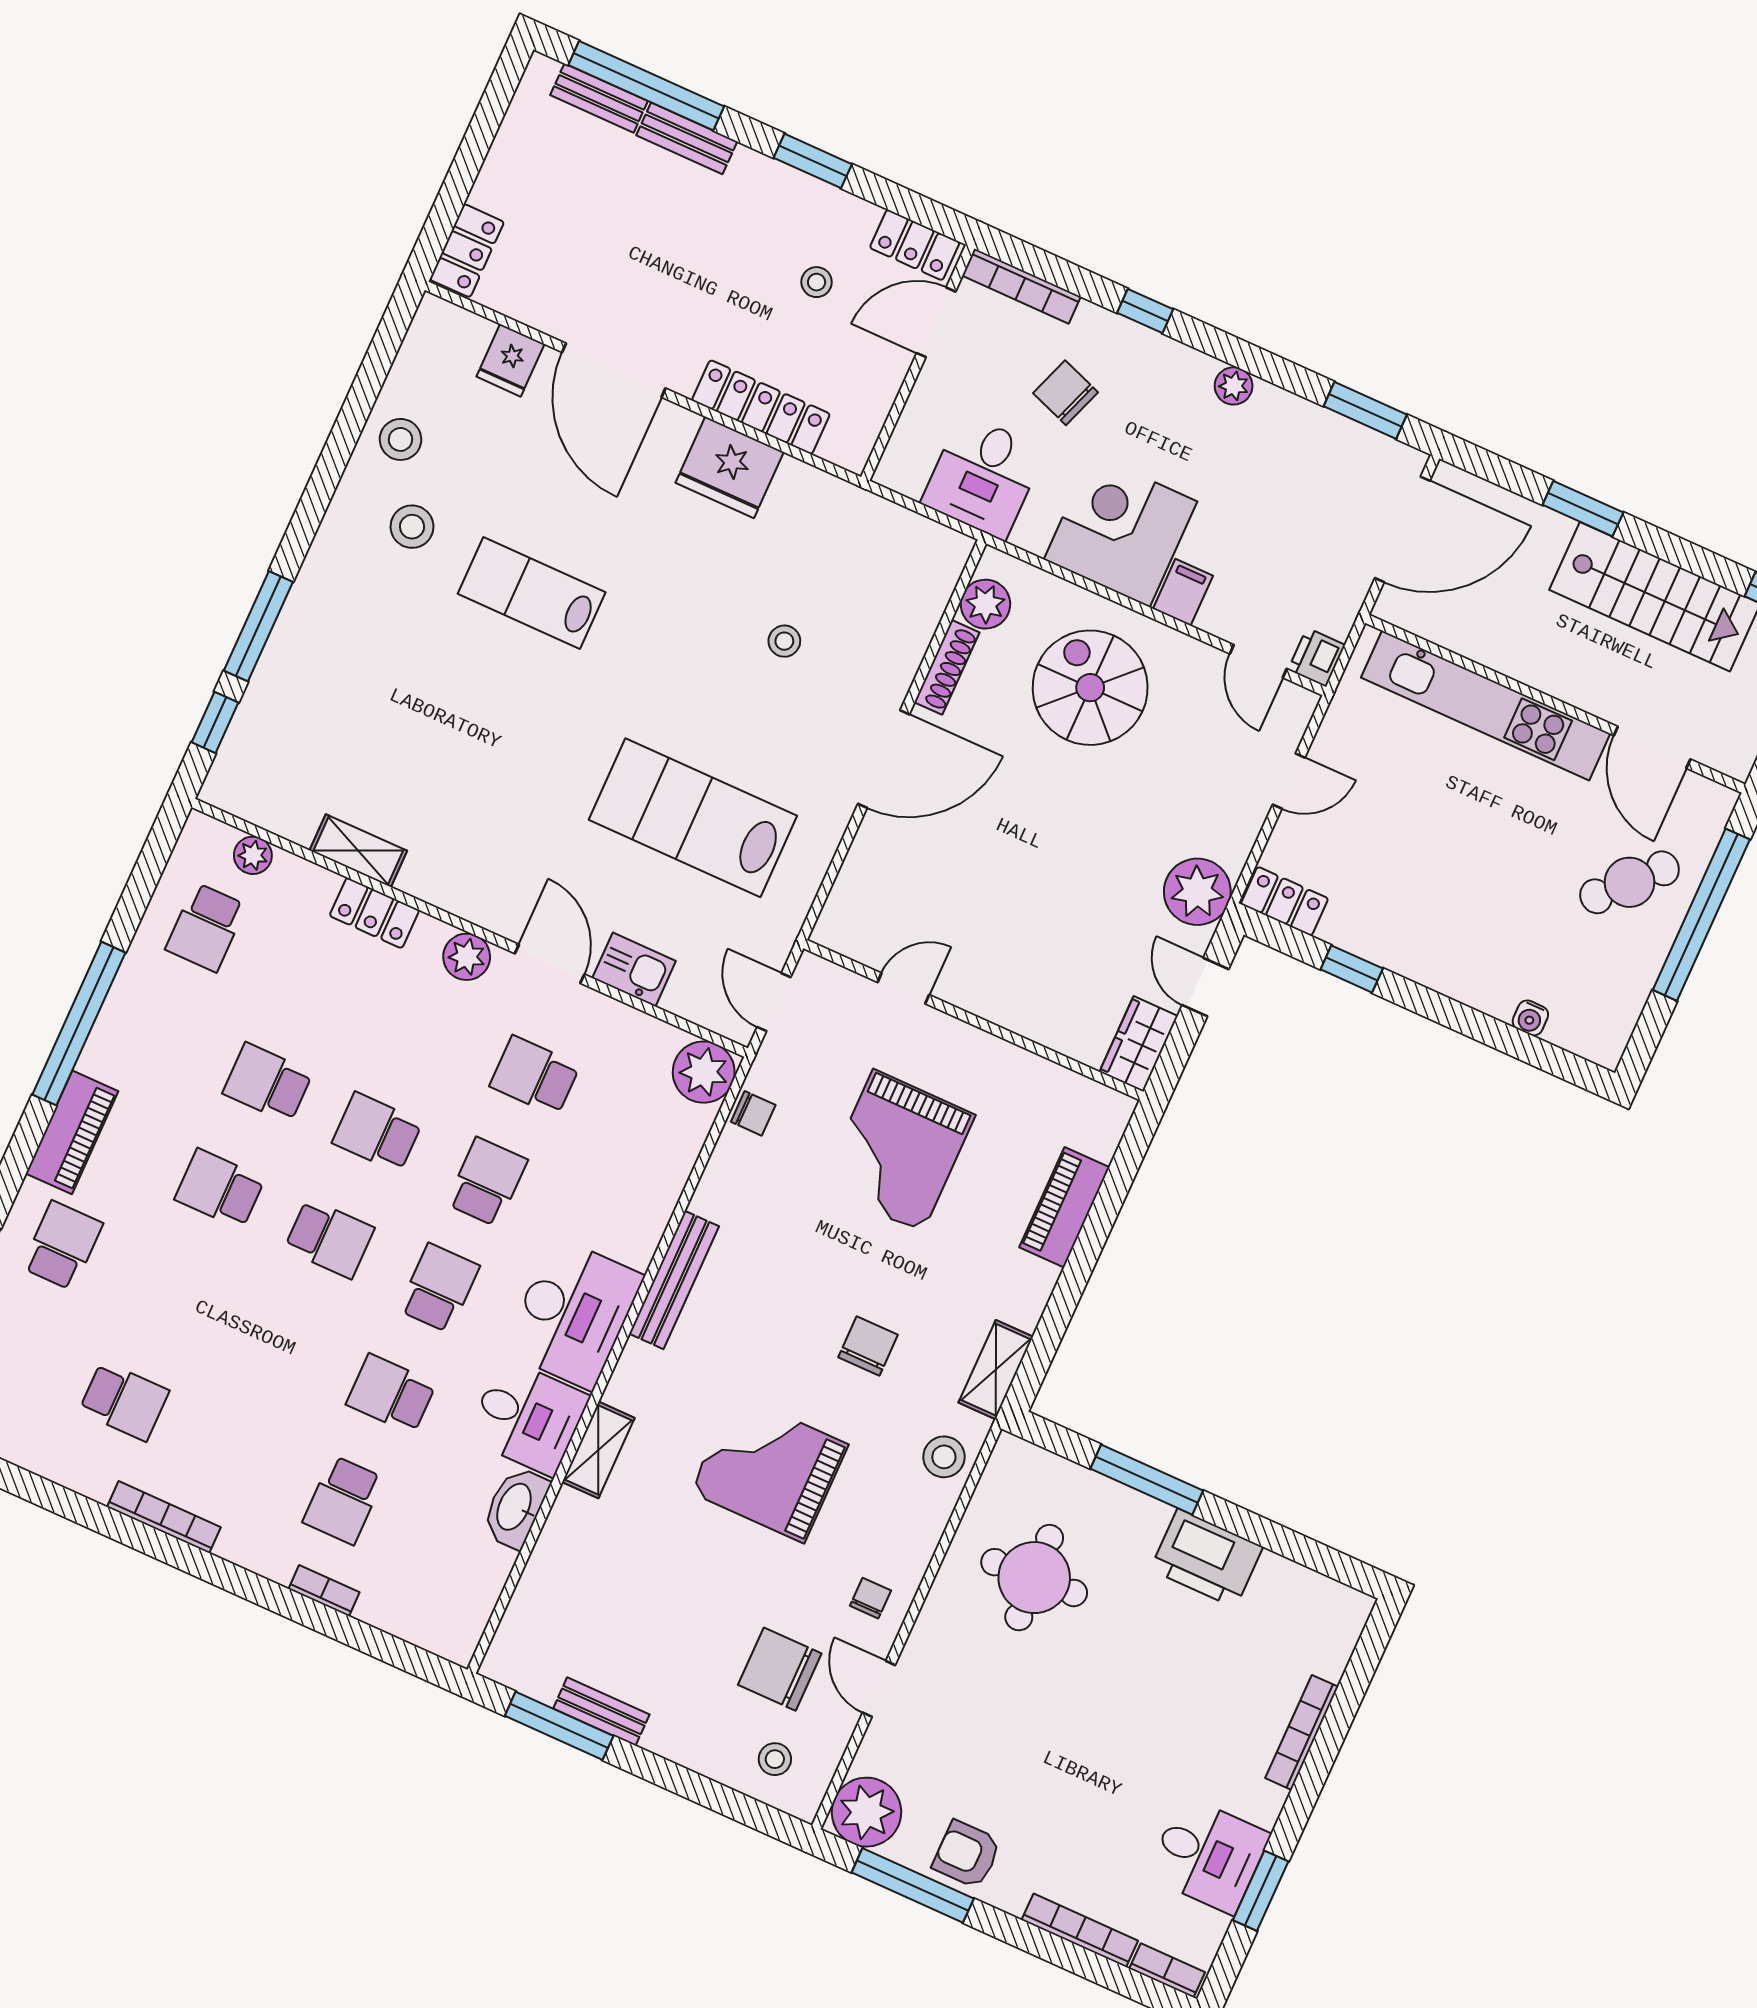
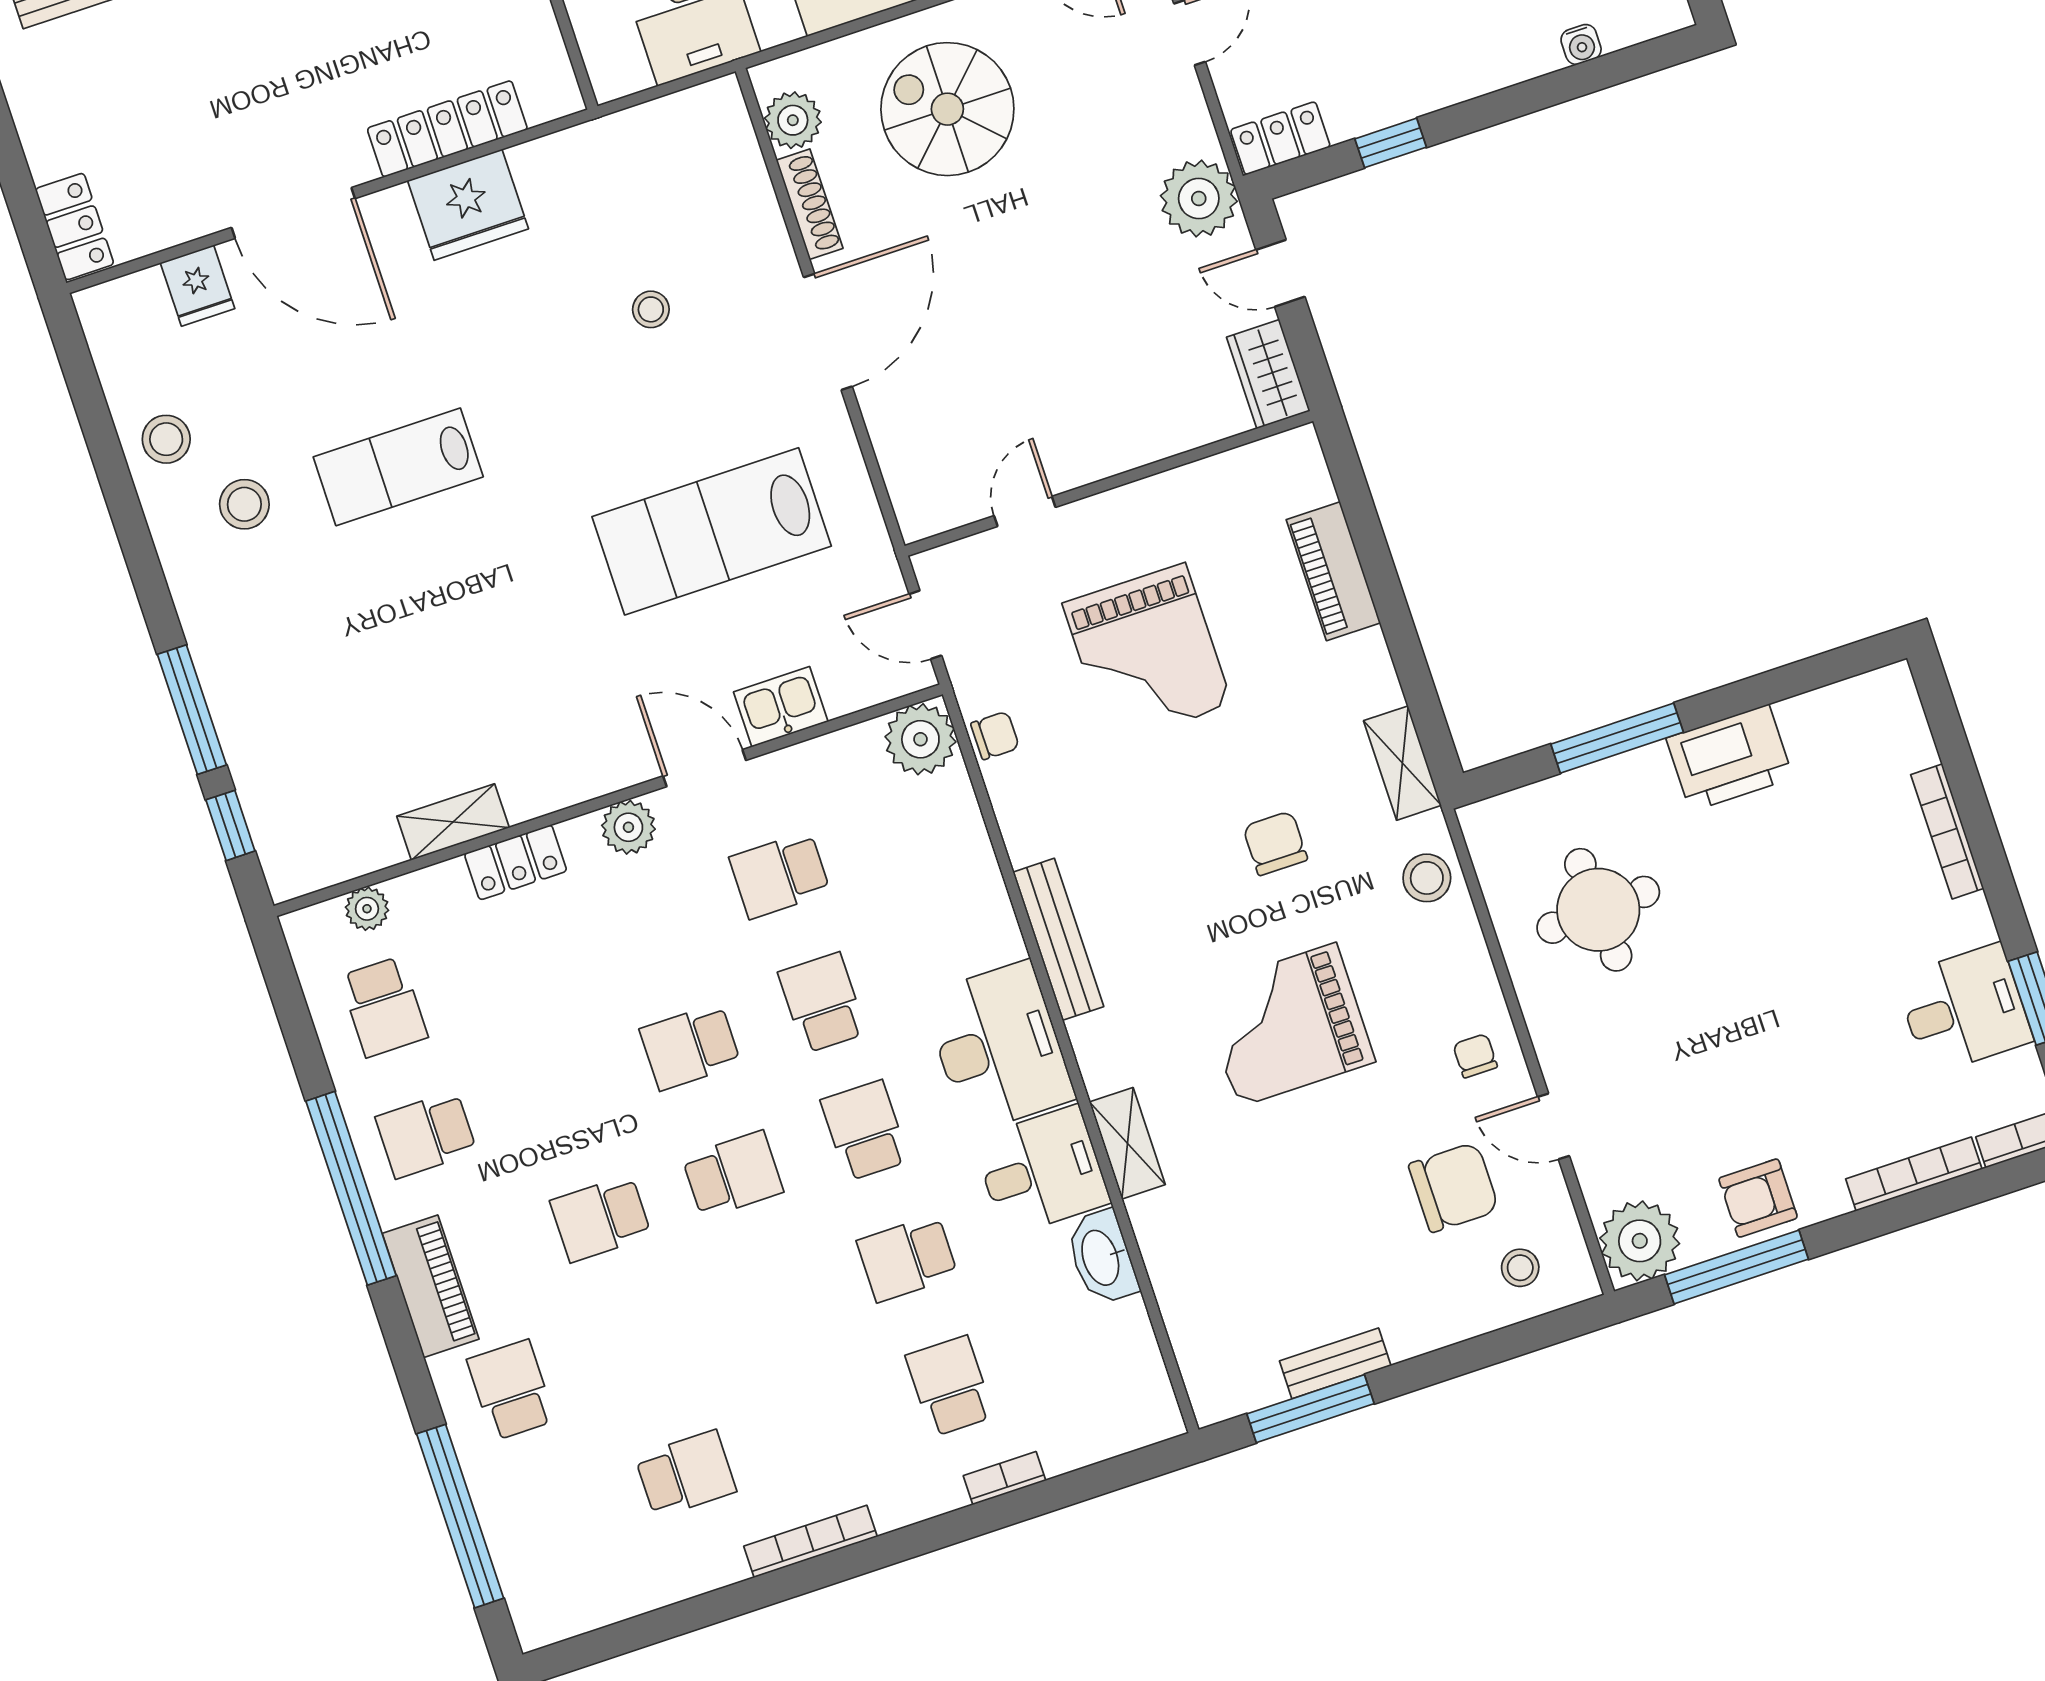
school desk: (268, 1083) -> (426, 1135), moved
school desk: (343, 1500) -> (950, 1386), turned 180
chair: (780, 1669) -> (1454, 1187), turned 180

